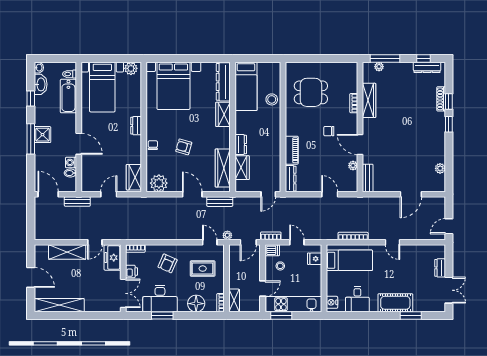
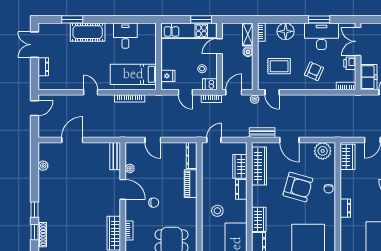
stool: (272, 99) -> (217, 211), moved
armchair: (184, 147) -> (298, 187), width x1.88, depth x1.88
boiler: (234, 283) -> (248, 52), added
nightstand: (332, 302) -> (151, 33), removed

